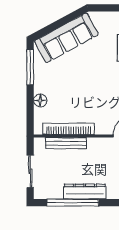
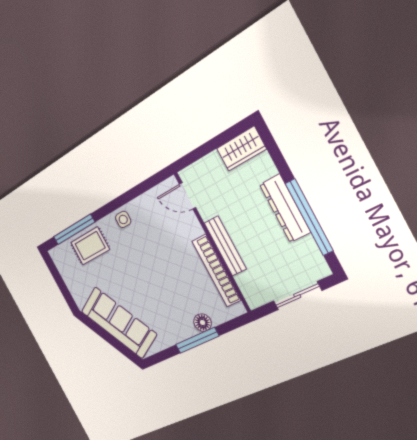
window: (30, 67) -> (197, 340), moved
bench: (66, 143) -> (225, 246), moved

